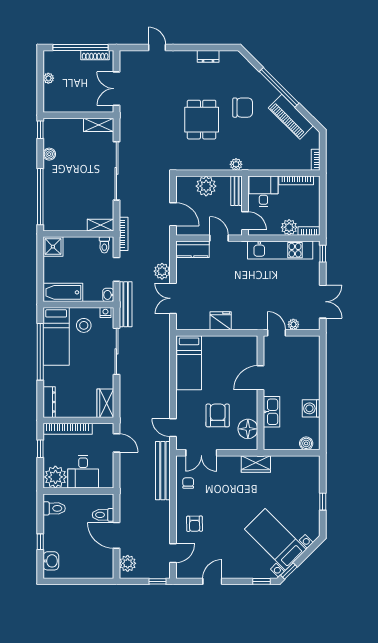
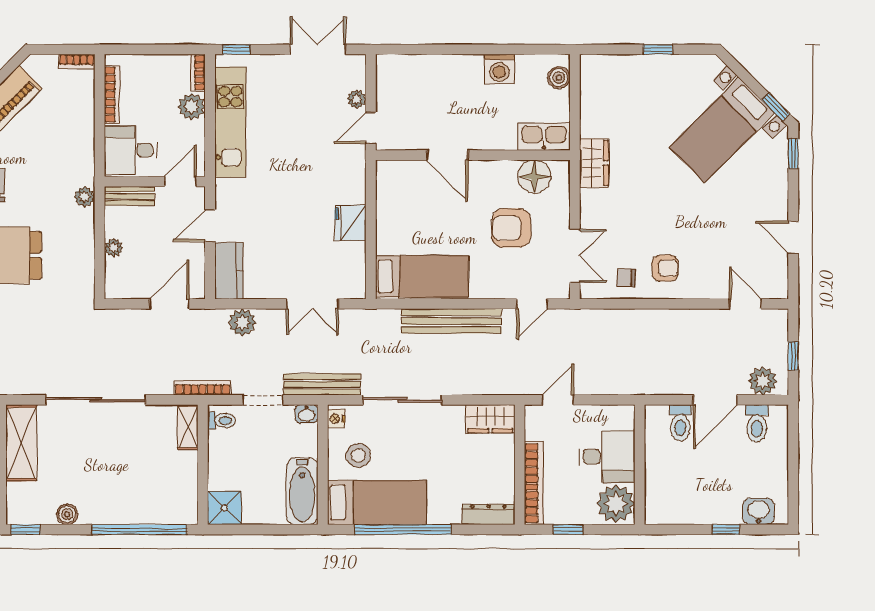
shelving: (99, 125) -> (21, 443), width x1.50, depth x1.33
plant: (206, 186) -> (114, 248), width x0.53, depth x0.53
plant: (162, 271) -> (242, 322), moved
kitchen sink: (271, 412) -> (544, 136), moved
bench: (163, 471) -> (452, 321), moved
toilet: (54, 508) -> (757, 424), moved, turned 180
armchair: (195, 524) -> (665, 268), moved
window: (158, 581) -> (793, 356), moved

